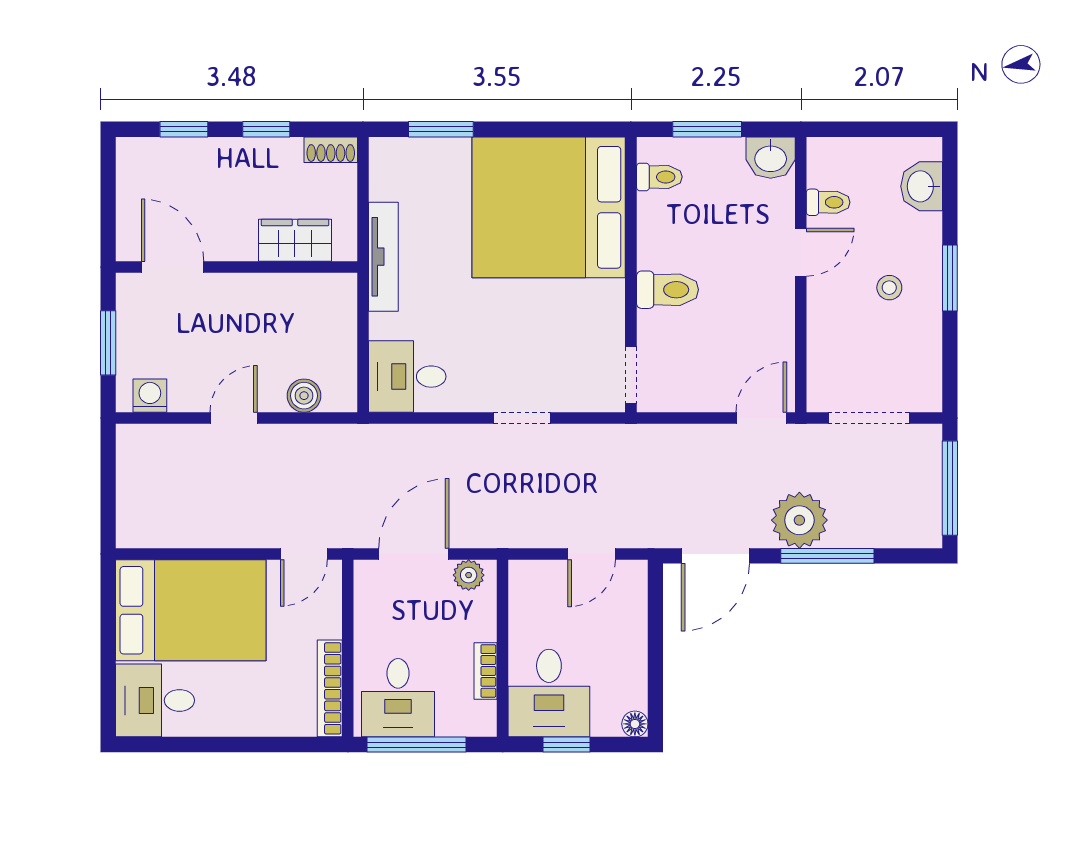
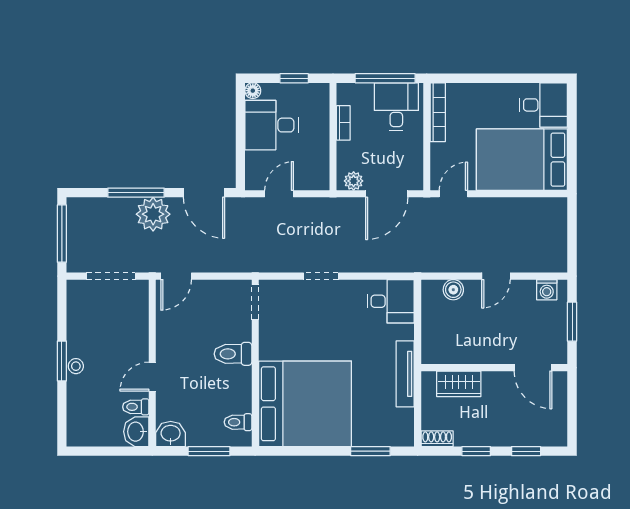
washbasin: (922, 186) -> (136, 432), moved, turned 180
stool: (889, 288) -> (76, 366), moved
door: (715, 556) -> (204, 193), swing flipped
desk: (549, 693) -> (272, 125), moved, turned -90

